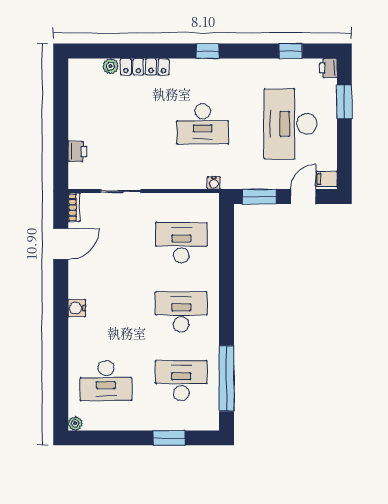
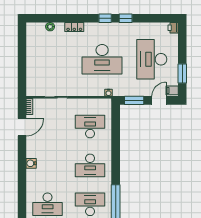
window: (291, 51) -> (126, 18), moved
locker: (145, 67) -> (74, 27), width x0.66
window: (344, 102) -> (182, 73), moved
desk: (203, 124) -> (102, 59), width x1.36, depth x1.30
printer: (77, 152) -> (31, 75), removed
desk: (181, 312) -> (90, 165), turned 180

